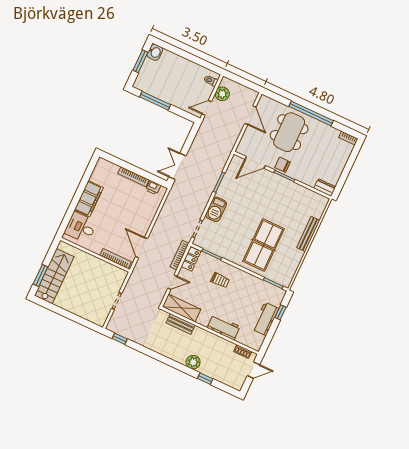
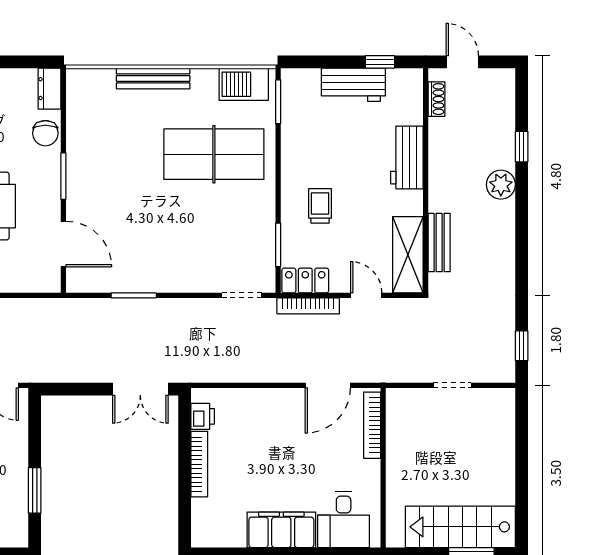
window: (155, 101) -> (35, 490), width x0.69
chair: (282, 165) -> (45, 133), moved
barbecue: (216, 209) -> (244, 84), moved, turned 180
window: (280, 312) -> (380, 62), moved

